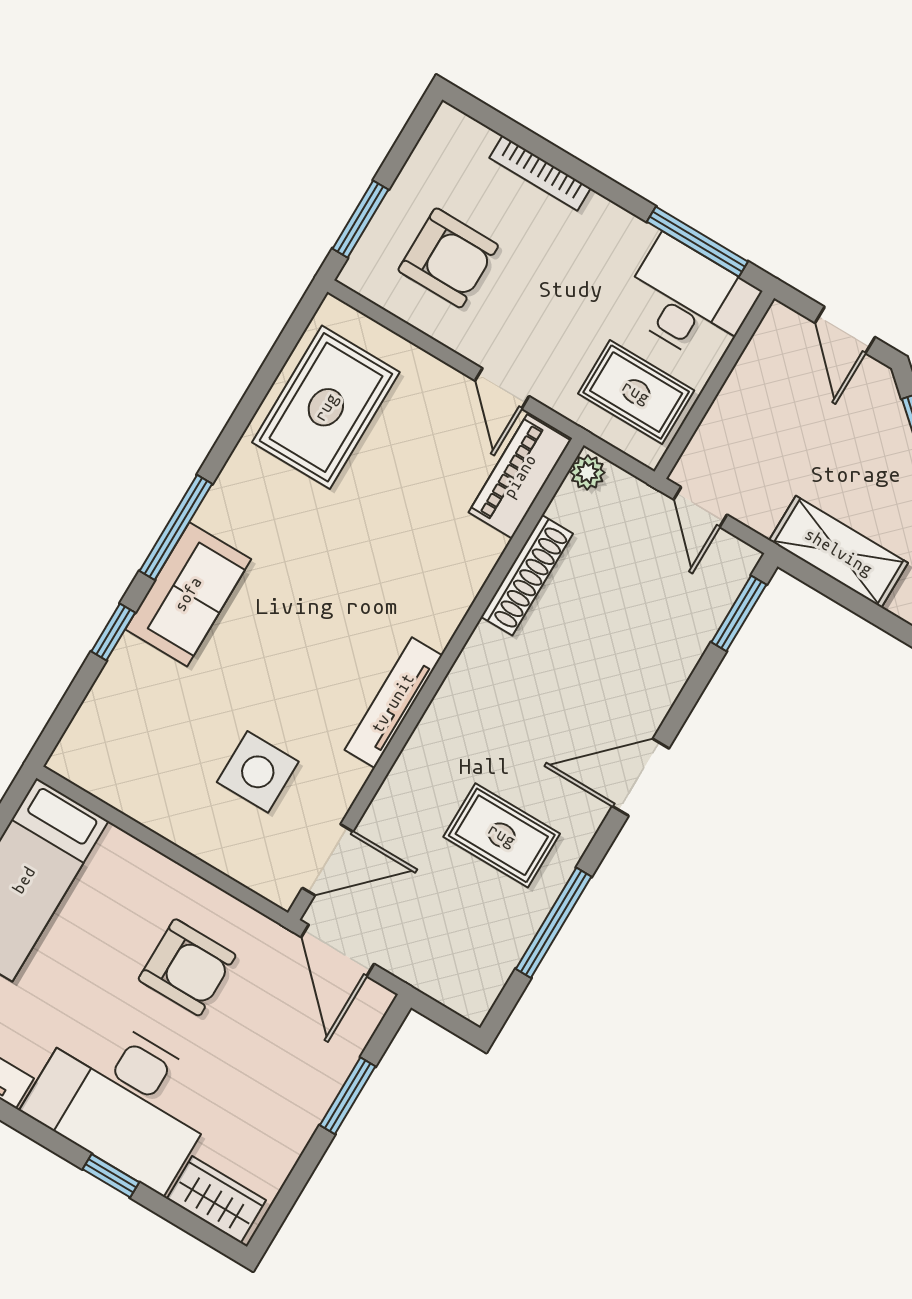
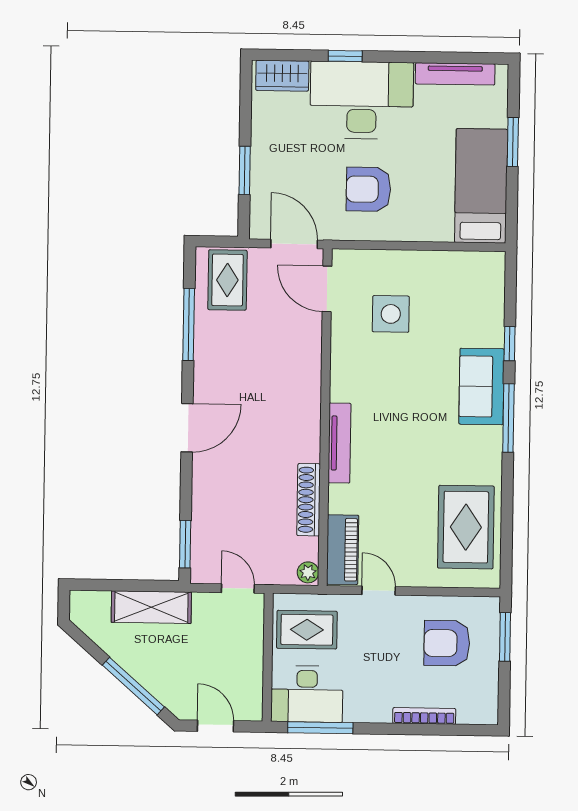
tv unit: (393, 703) -> (340, 443), moved
rug: (502, 835) -> (227, 280), moved, turned 90
door: (328, 860) -> (327, 289), hinge flipped

